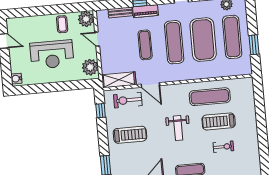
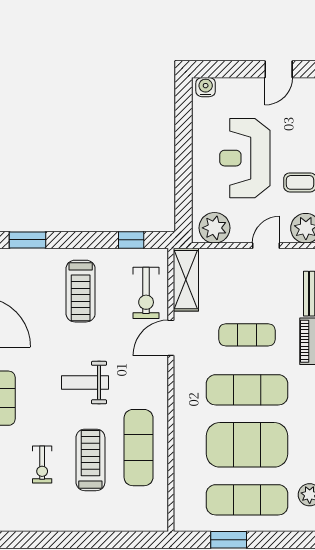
exercise bike: (128, 100) -> (146, 293), turned 180

